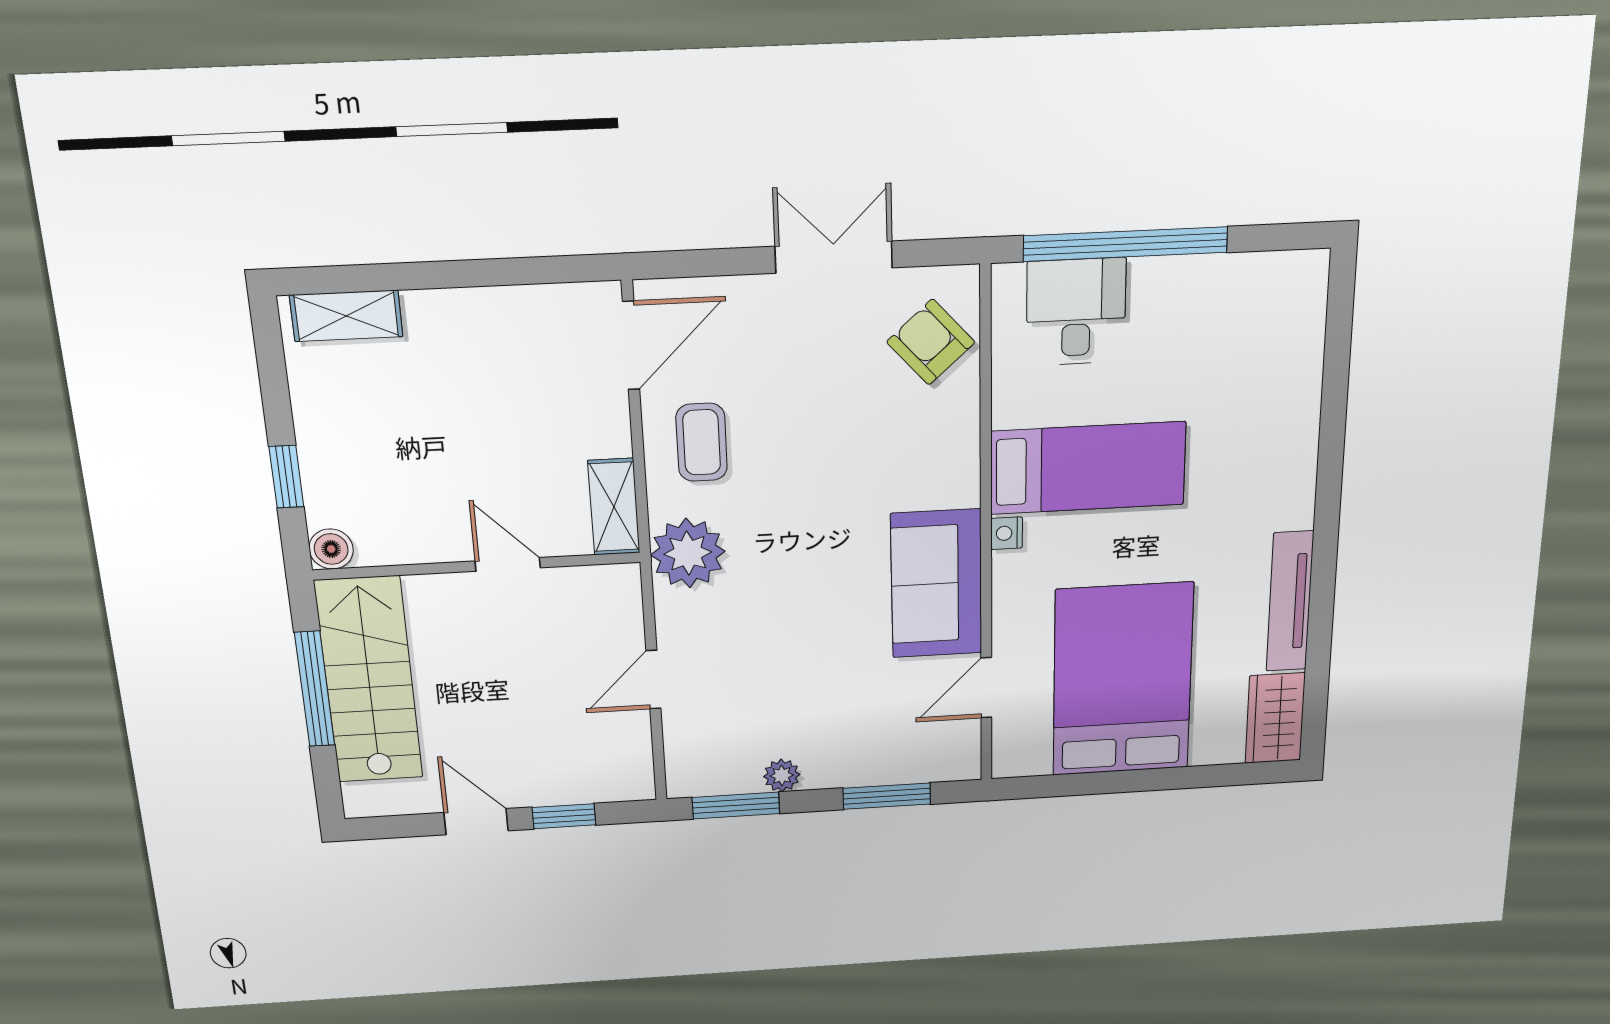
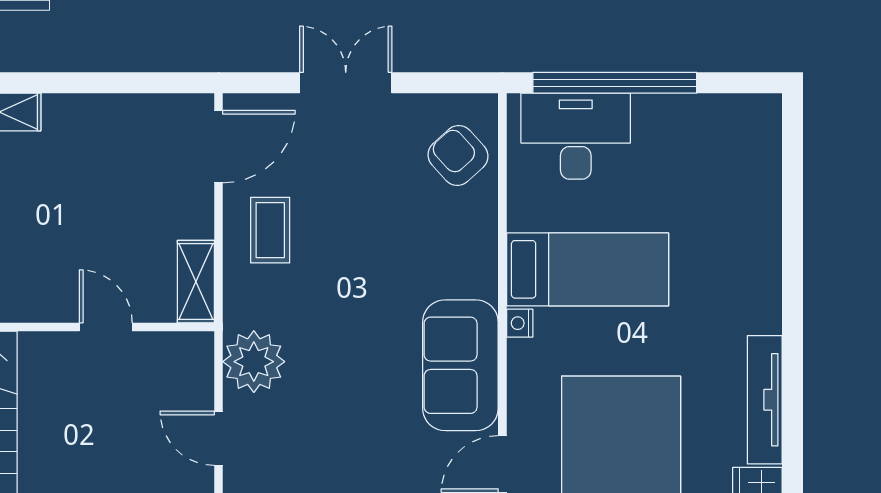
double door: (834, 257) -> (346, 83), moved
desk: (1076, 312) -> (576, 136), width x1.37
plant: (688, 553) -> (254, 362), moved
door: (653, 680) -> (219, 438), hinge flipped

